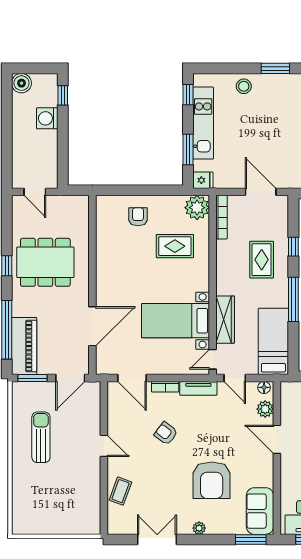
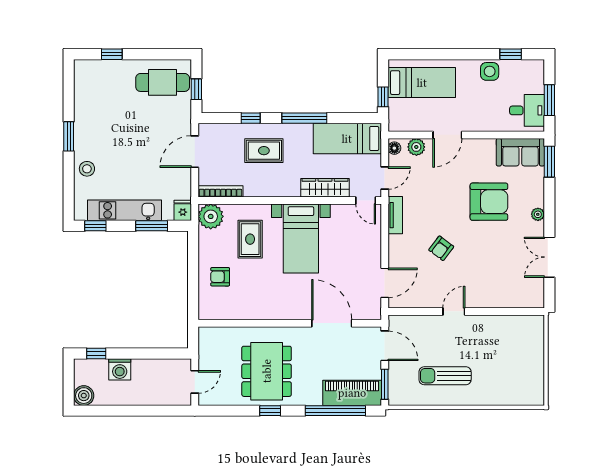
bed with nightstands: (175, 321) -> (301, 239), moved
bookcase: (165, 387) -> (394, 249), removed
coffee table: (120, 491) -> (500, 295), removed

